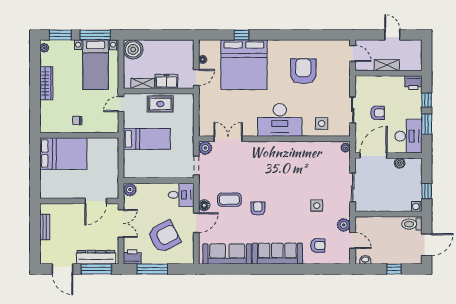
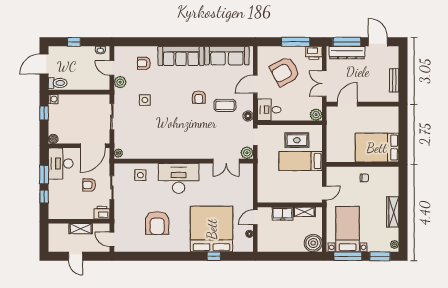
printer: (413, 83) -> (102, 213), moved
rug: (160, 104) -> (297, 140), moved
boiler: (400, 163) -> (53, 139), moved
floor lamp: (204, 205) -> (248, 116), moved

